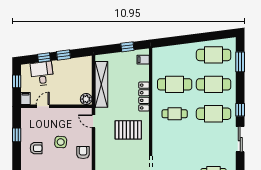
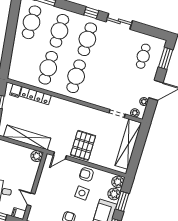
locker: (144, 97) -> (35, 96), moved
cafe table: (175, 114) -> (76, 76), width x1.37, depth x1.35
pallet: (128, 130) -> (83, 145), moved
side table: (61, 142) -> (82, 193), moved

